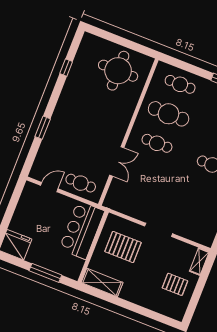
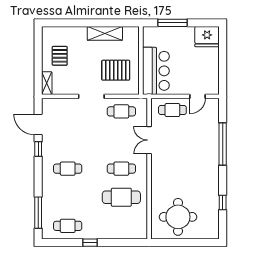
cafe table: (180, 84) -> (121, 111), moved
window: (43, 128) -> (223, 144), width x2.11
shelving: (102, 283) -> (105, 33), moved
pallet: (175, 284) -> (60, 56), turned 90

